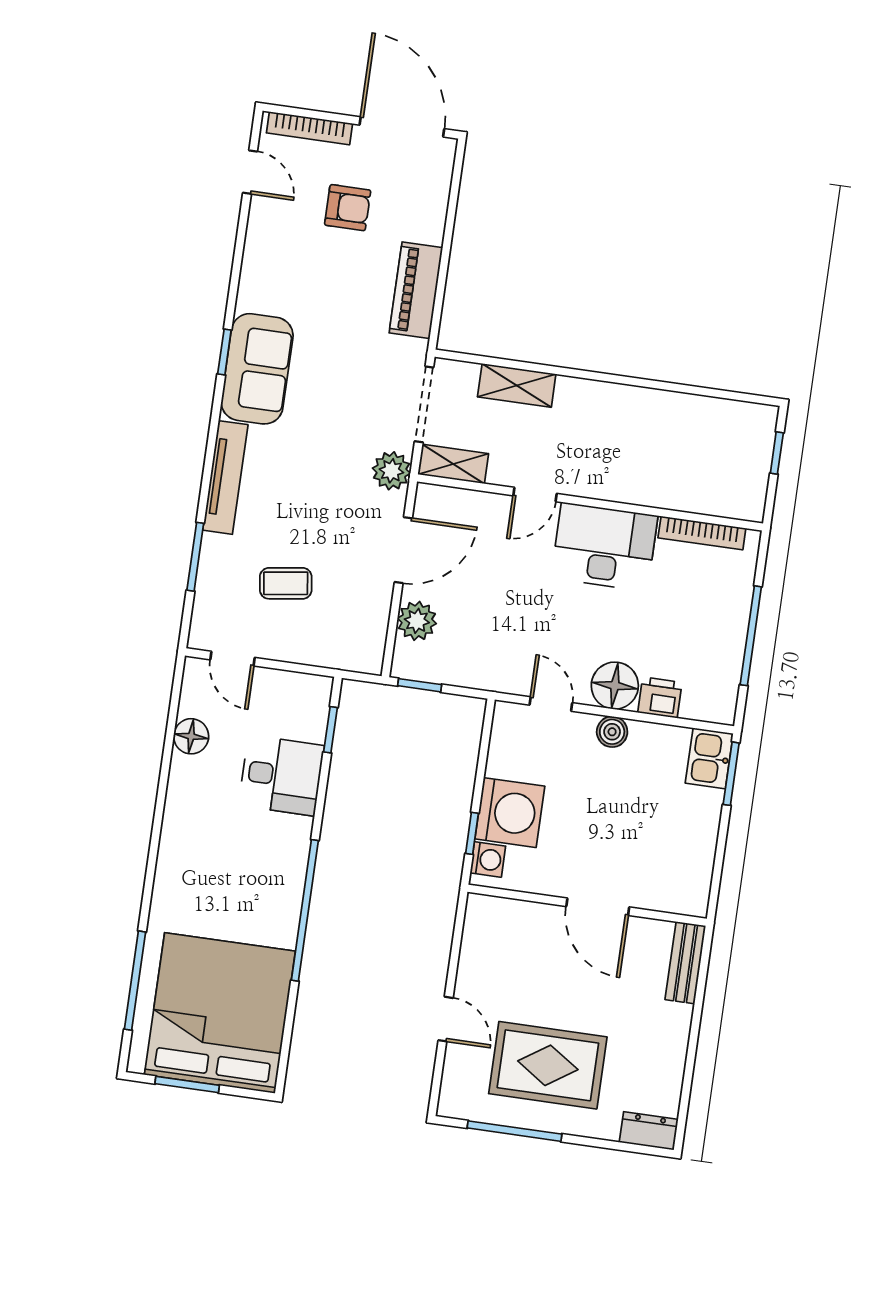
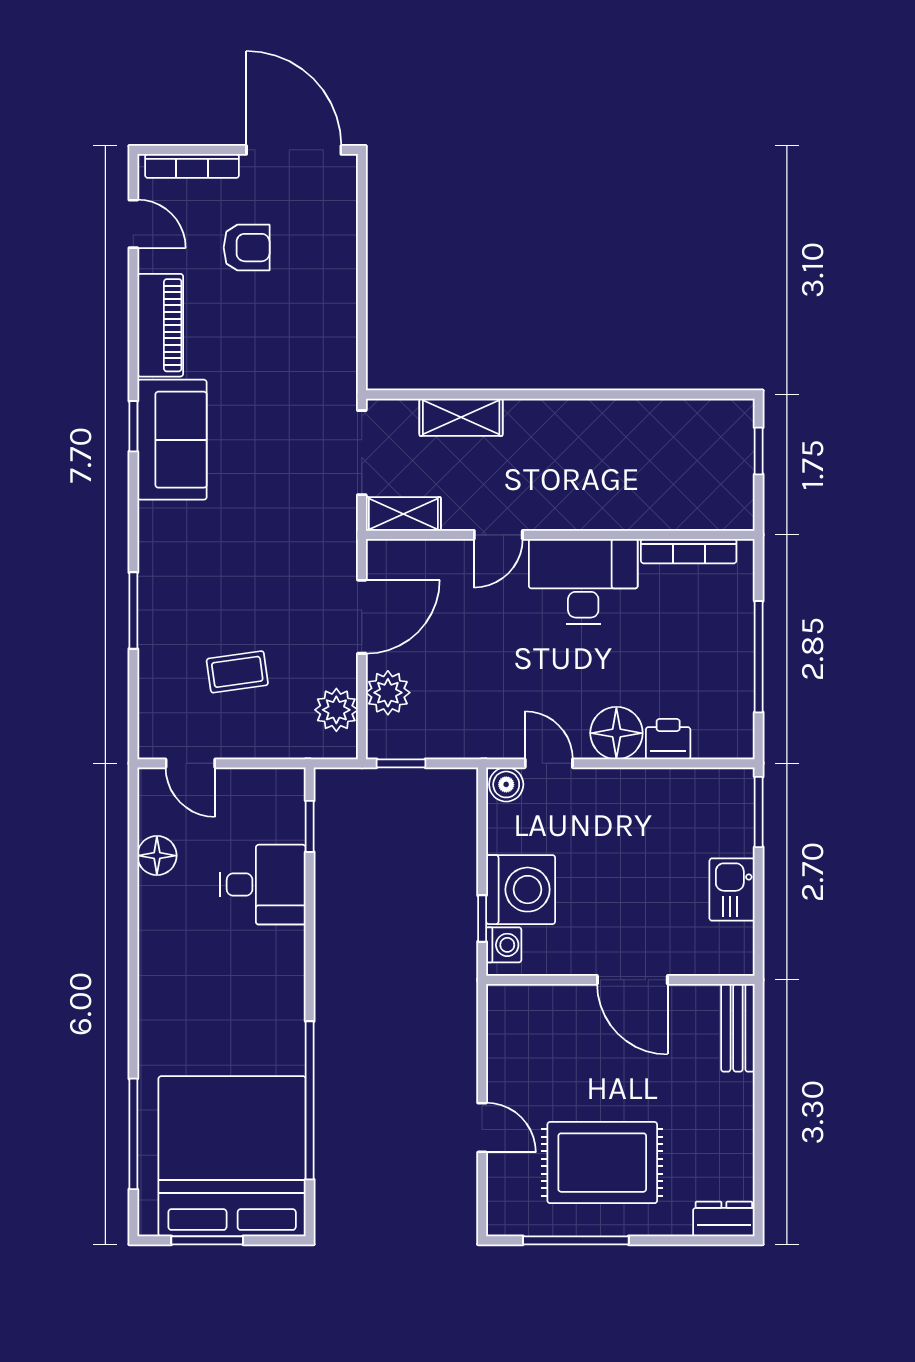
piano: (416, 290) -> (160, 325), moved, turned 180
plant: (391, 471) -> (336, 710), moved
tv unit: (225, 477) -> (154, 565), removed
window: (195, 557) -> (133, 611), moved
boiler: (612, 732) -> (506, 784), moved
kitchen sink: (709, 758) -> (732, 890), moved
window: (305, 910) -> (310, 1100), moved

